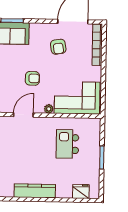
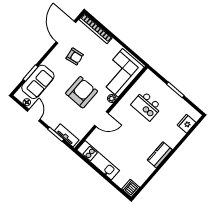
armchair: (32, 78) -> (82, 92), width x1.88, depth x1.88
door: (23, 115) -> (101, 119), swing flipped
kitchen counter: (35, 191) -> (160, 155), width x0.67

